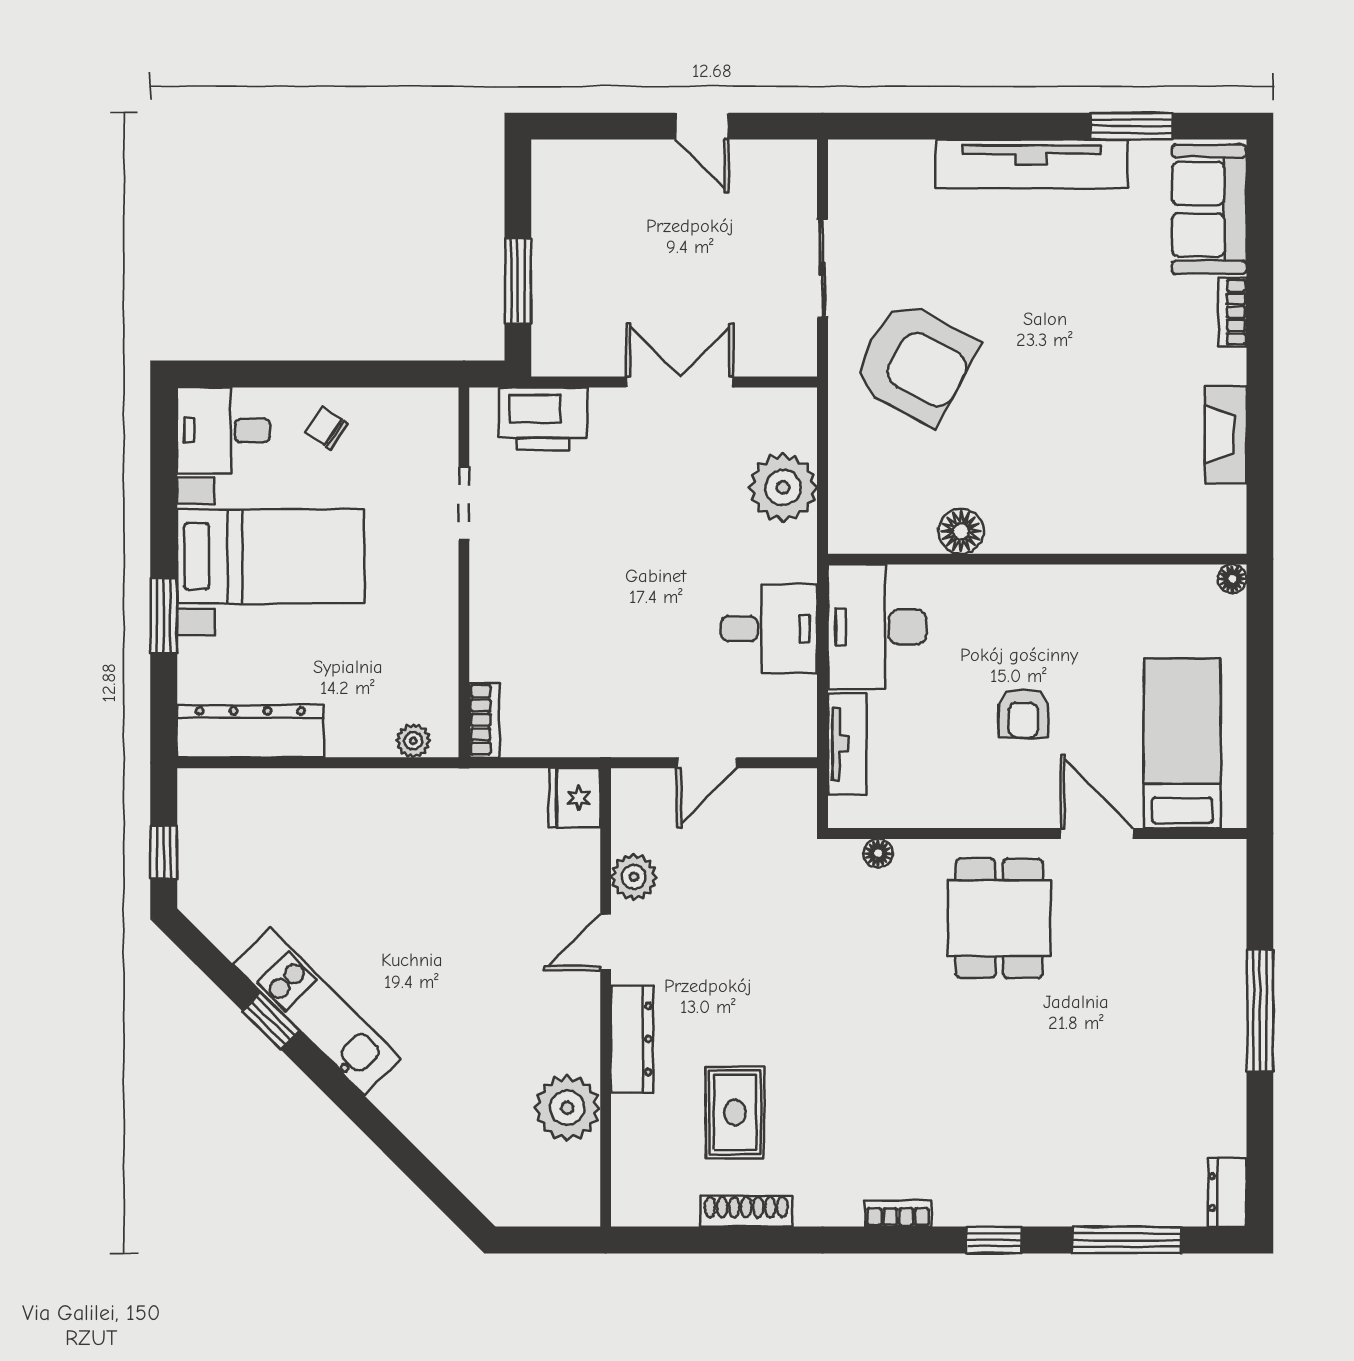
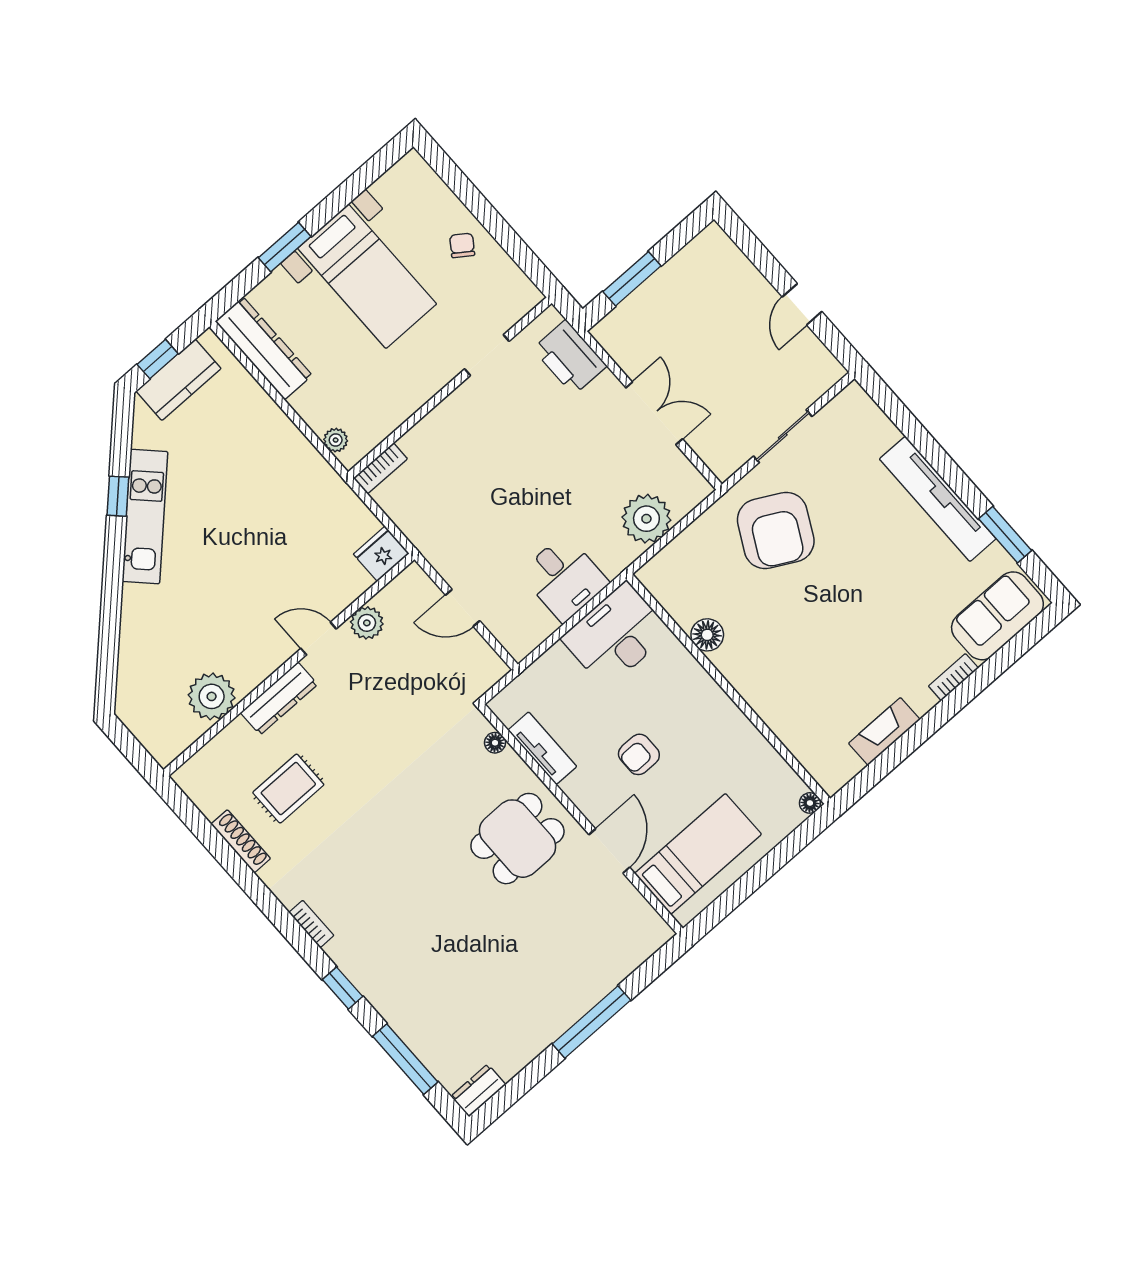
desk: (224, 430) -> (412, 192), removed
tv unit: (847, 744) -> (542, 748), moved, turned -90
kitchen counter: (205, 850) -> (178, 380), added

